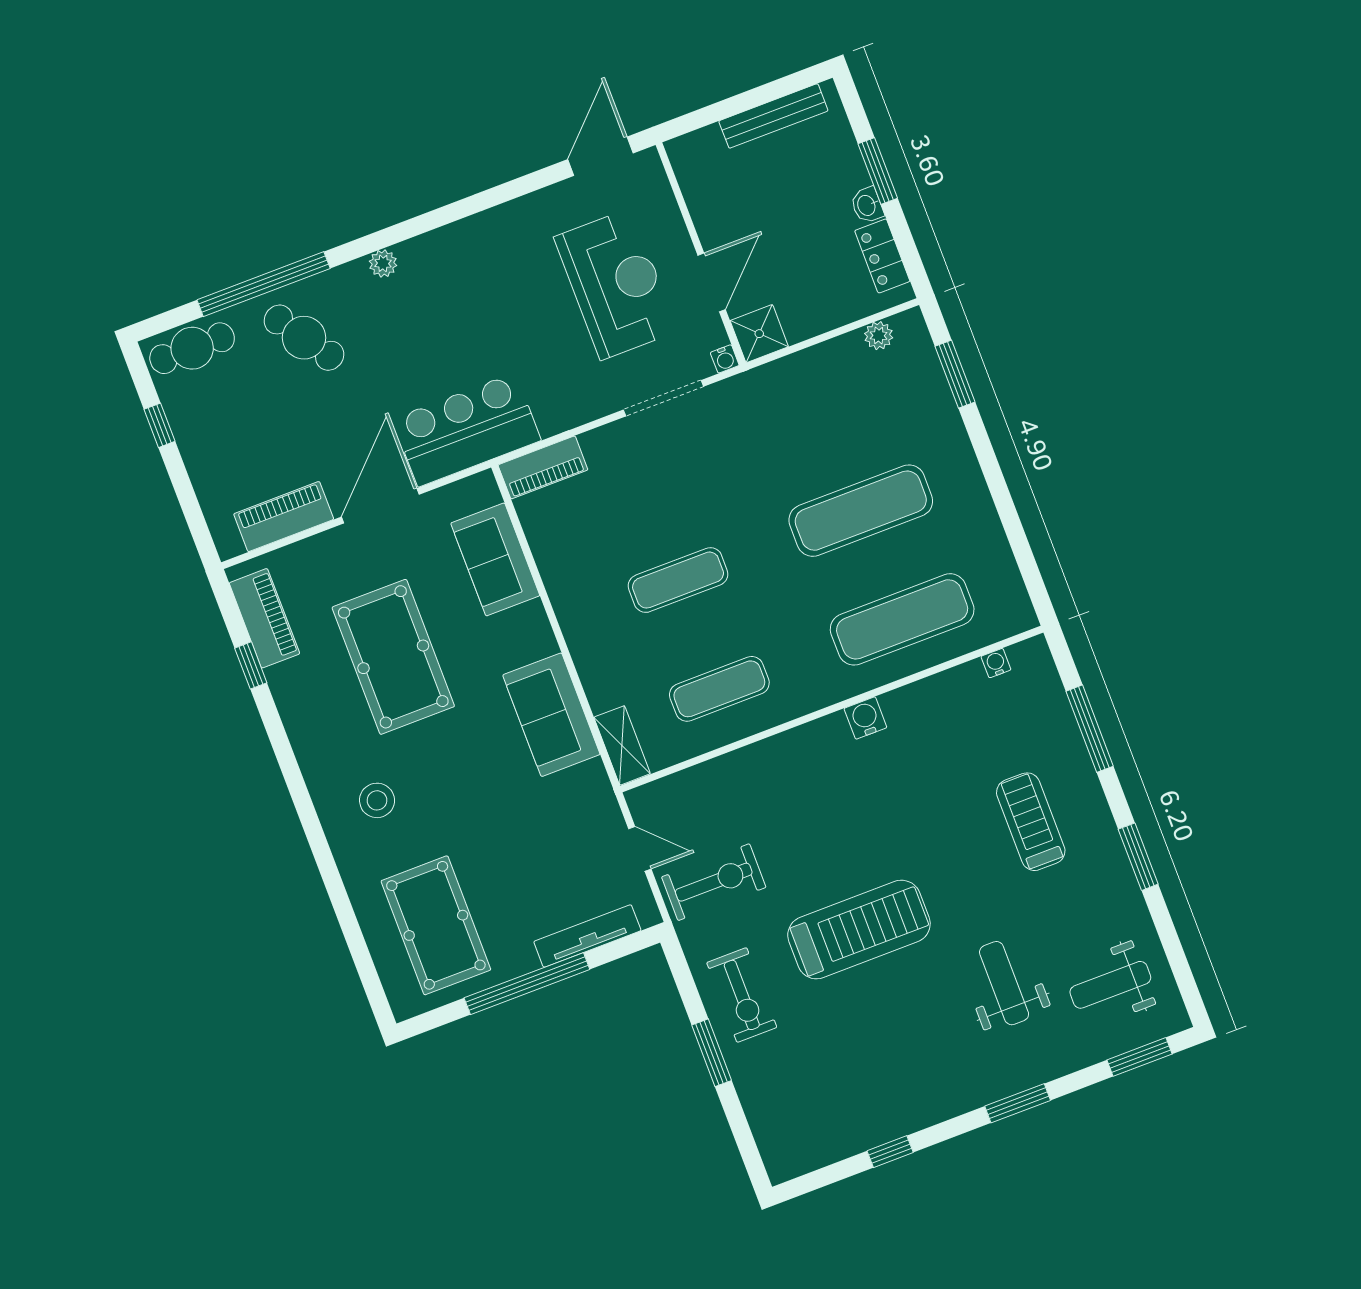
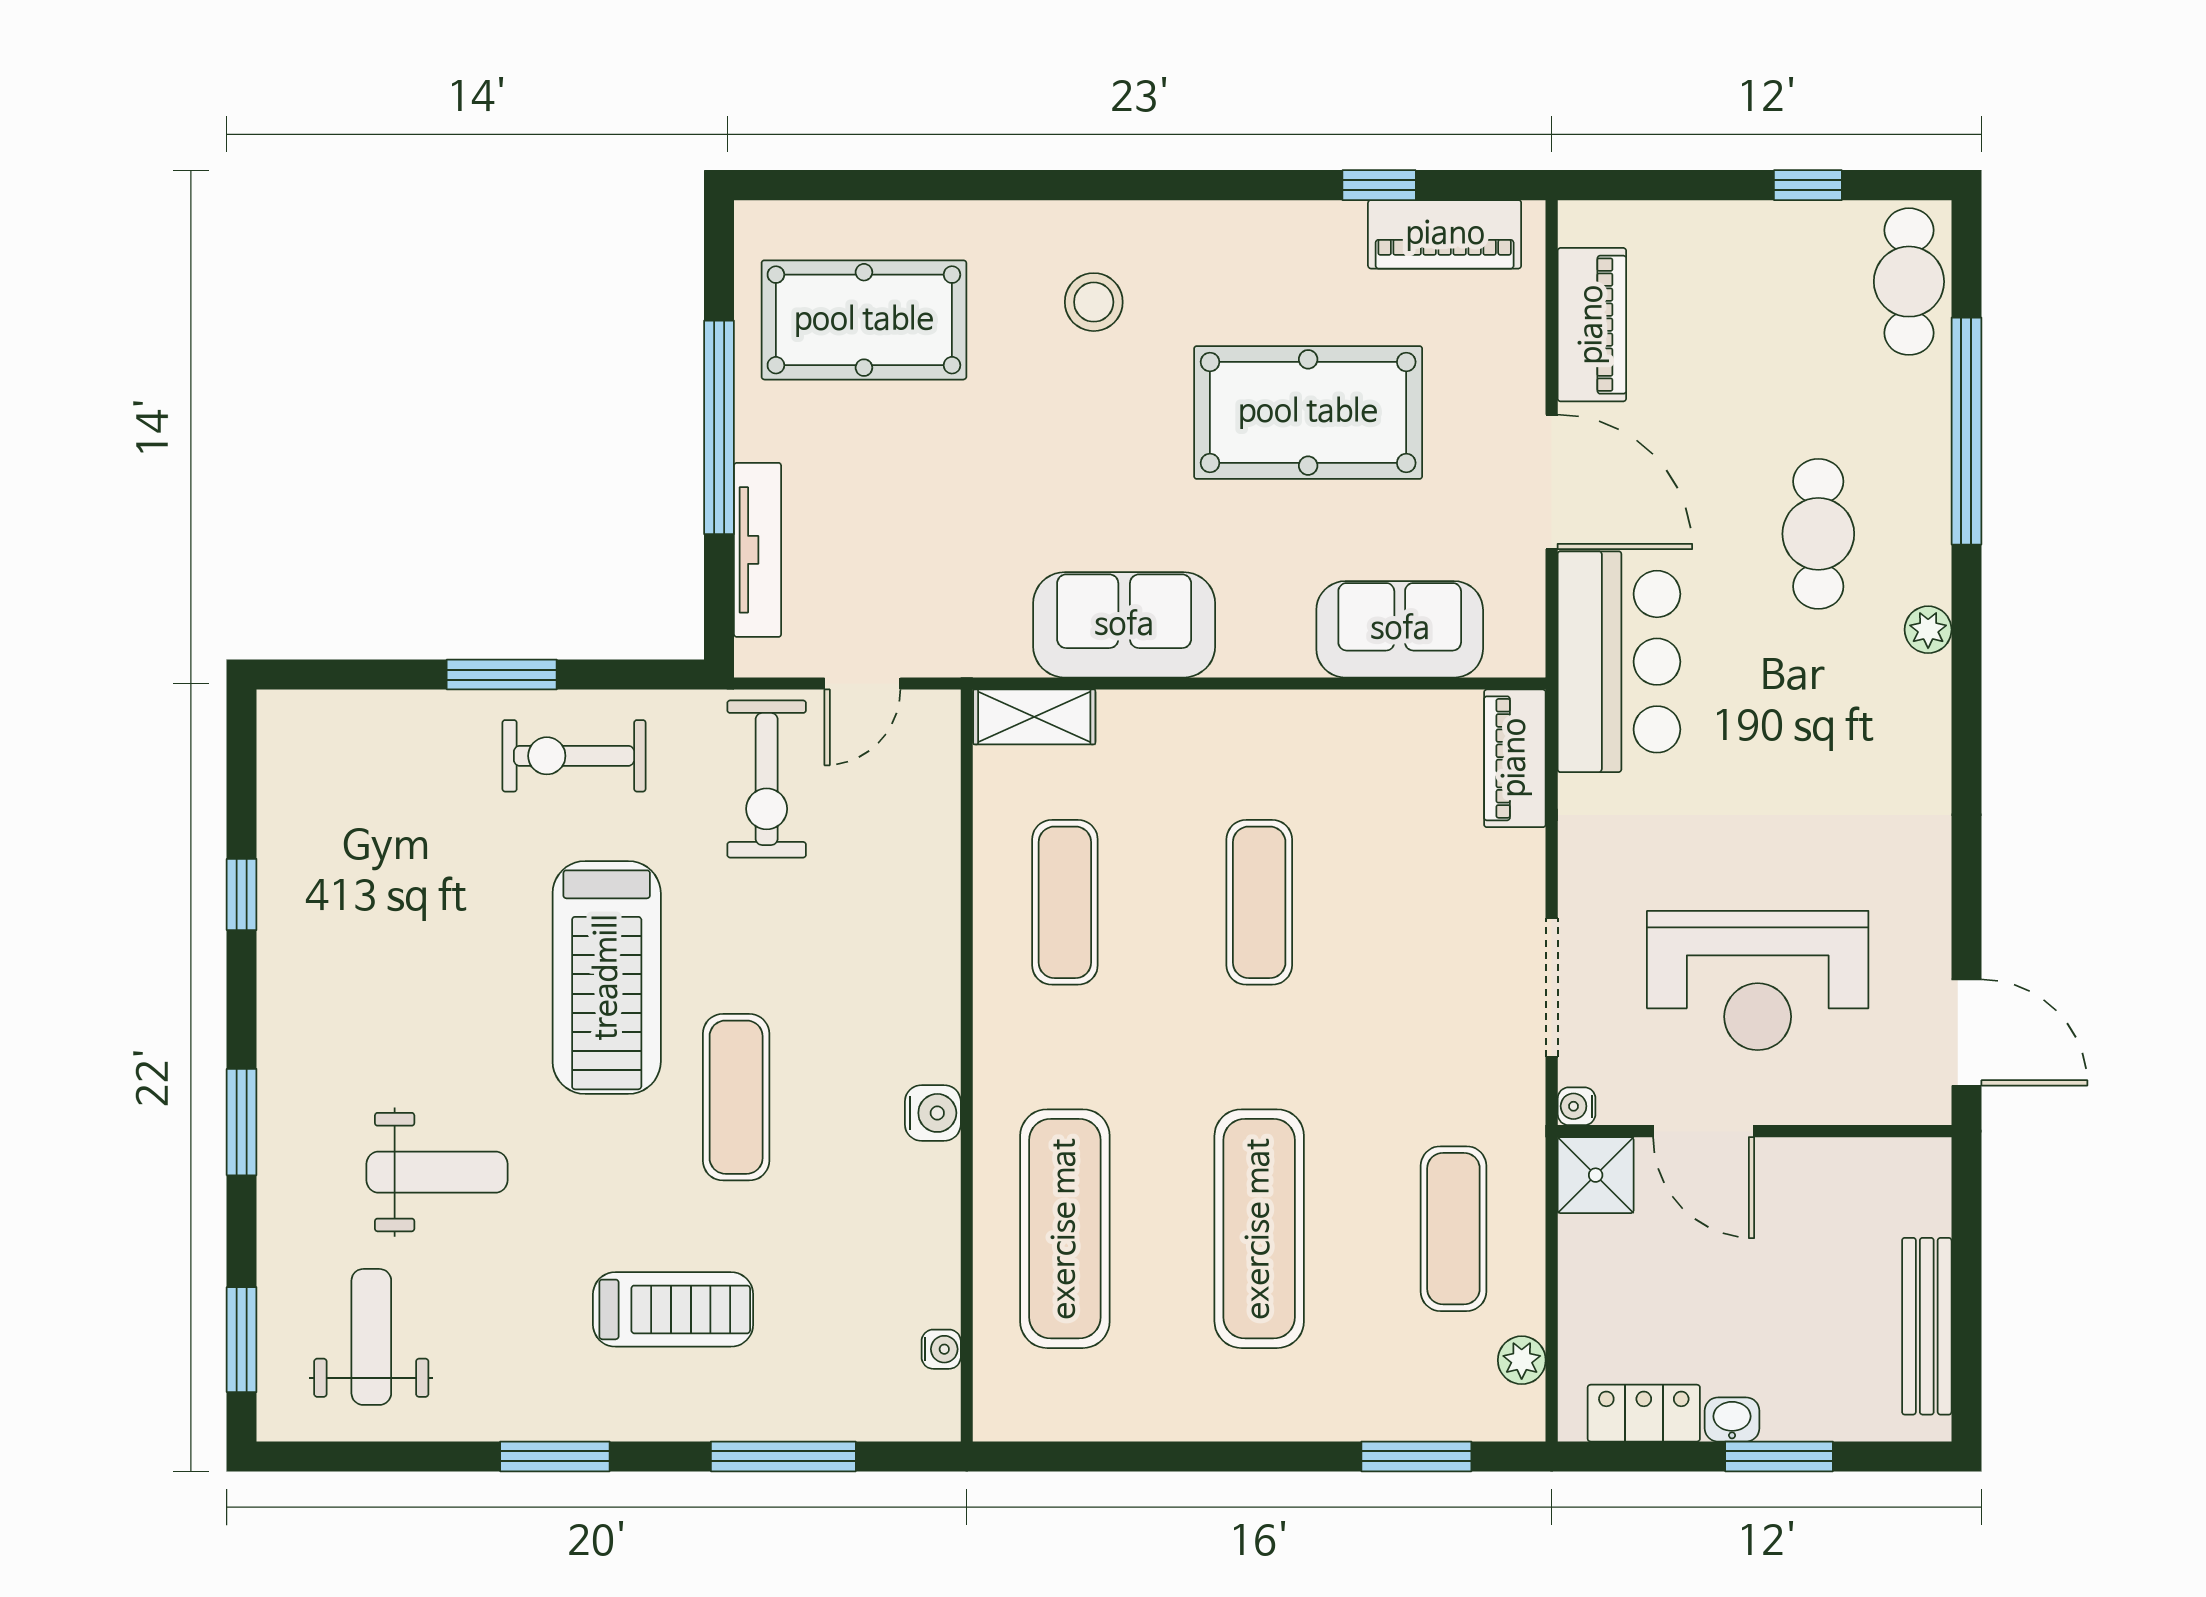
cafe table: (304, 338) -> (1818, 534), moved, turned -56
exercise mat: (819, 402) -> (1453, 1229), added
exercise mat: (898, 832) -> (736, 1097), added

